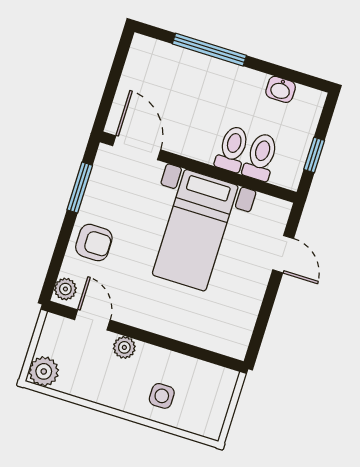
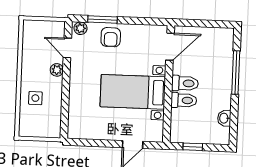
toilet: (261, 157) -> (185, 83), moved
window: (80, 188) -> (102, 19), moved
door: (92, 320) -> (67, 48), swing flipped
plant: (44, 371) -> (31, 29), removed

